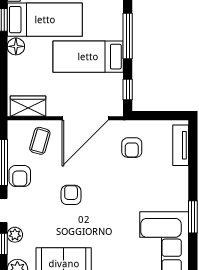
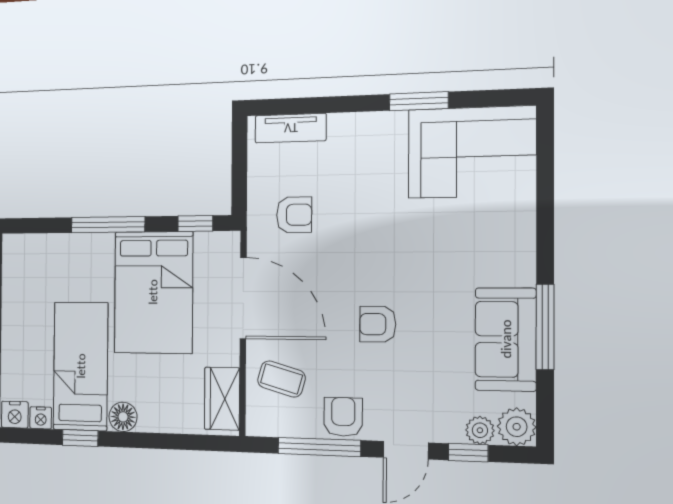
bed: (88, 57) -> (153, 292), width x1.50
armchair: (20, 176) -> (343, 417), turned -90
plant: (15, 235) -> (480, 430), moved

